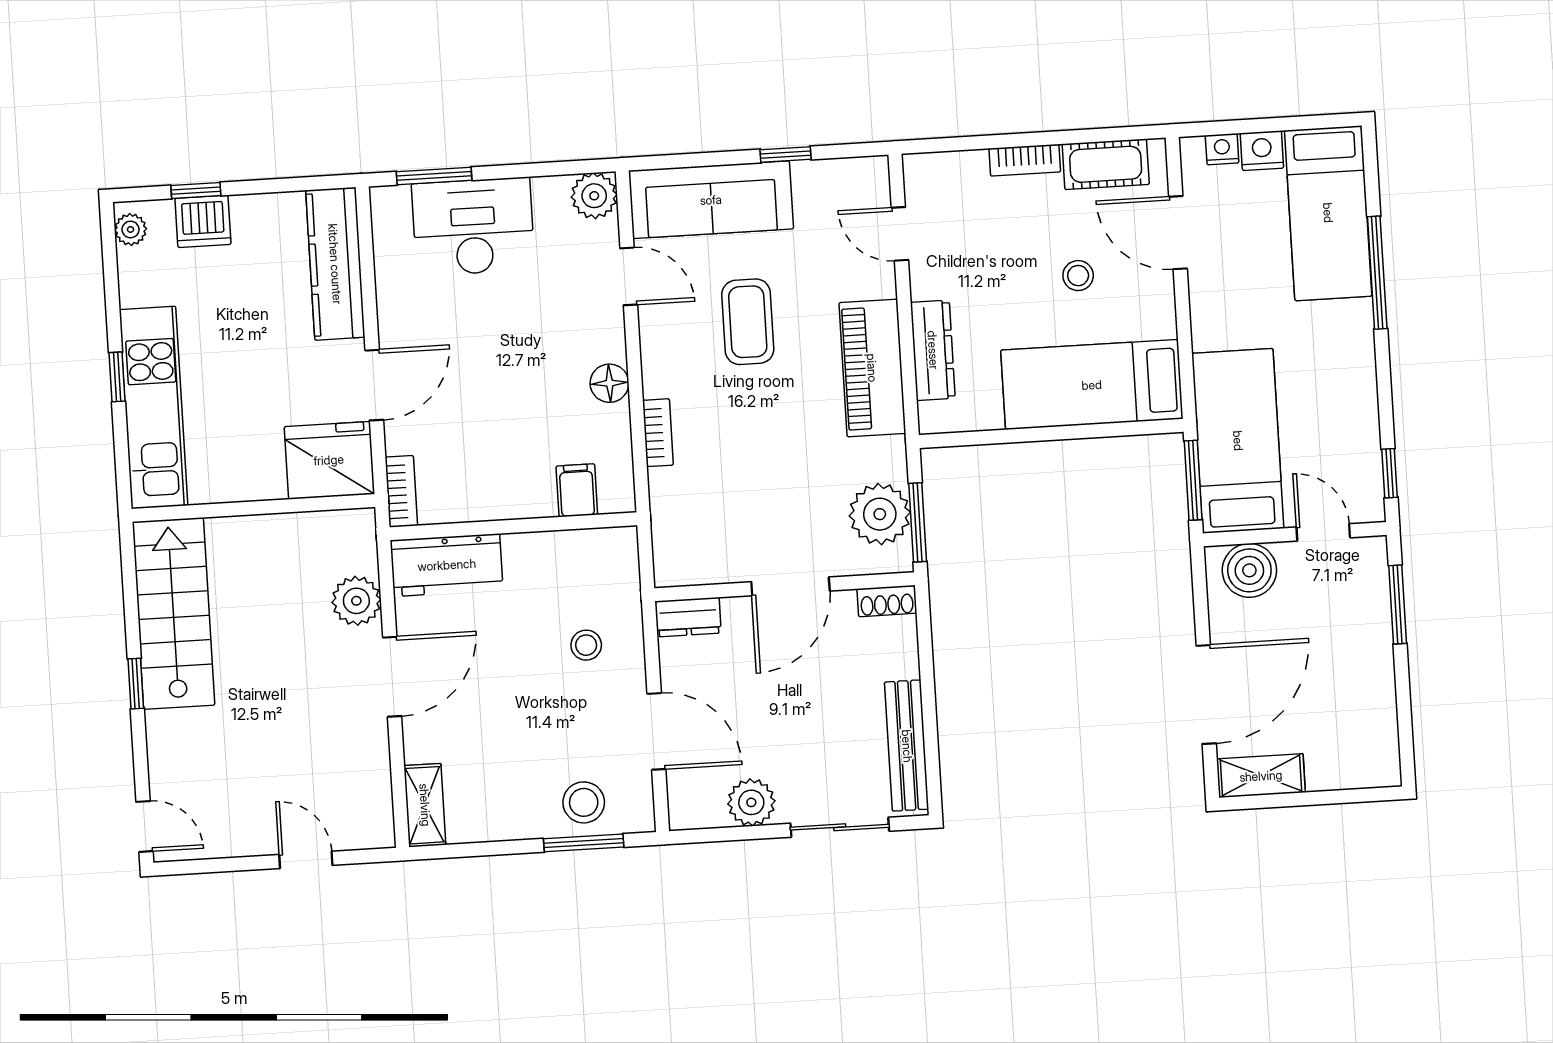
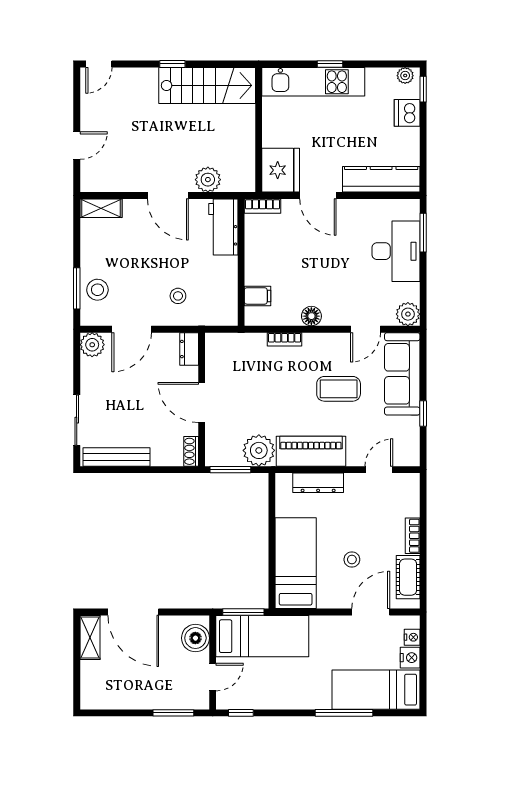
window: (196, 191) -> (423, 89), moved
plant: (880, 514) -> (259, 450), moved
plant: (751, 802) -> (92, 345), moved

